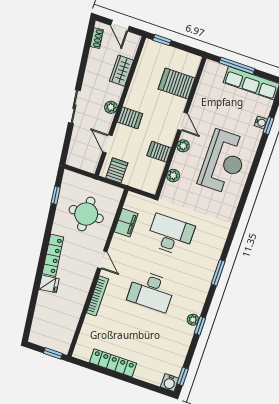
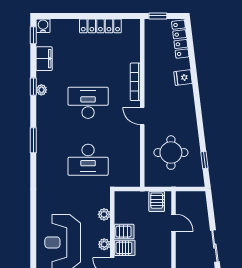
plant: (111, 107) -> (182, 257), removed
server rack: (130, 118) -> (125, 248), moved, turned 180
filing cabinet: (126, 223) -> (44, 59), moved, turned 180
locker: (53, 255) -> (180, 39), moved

